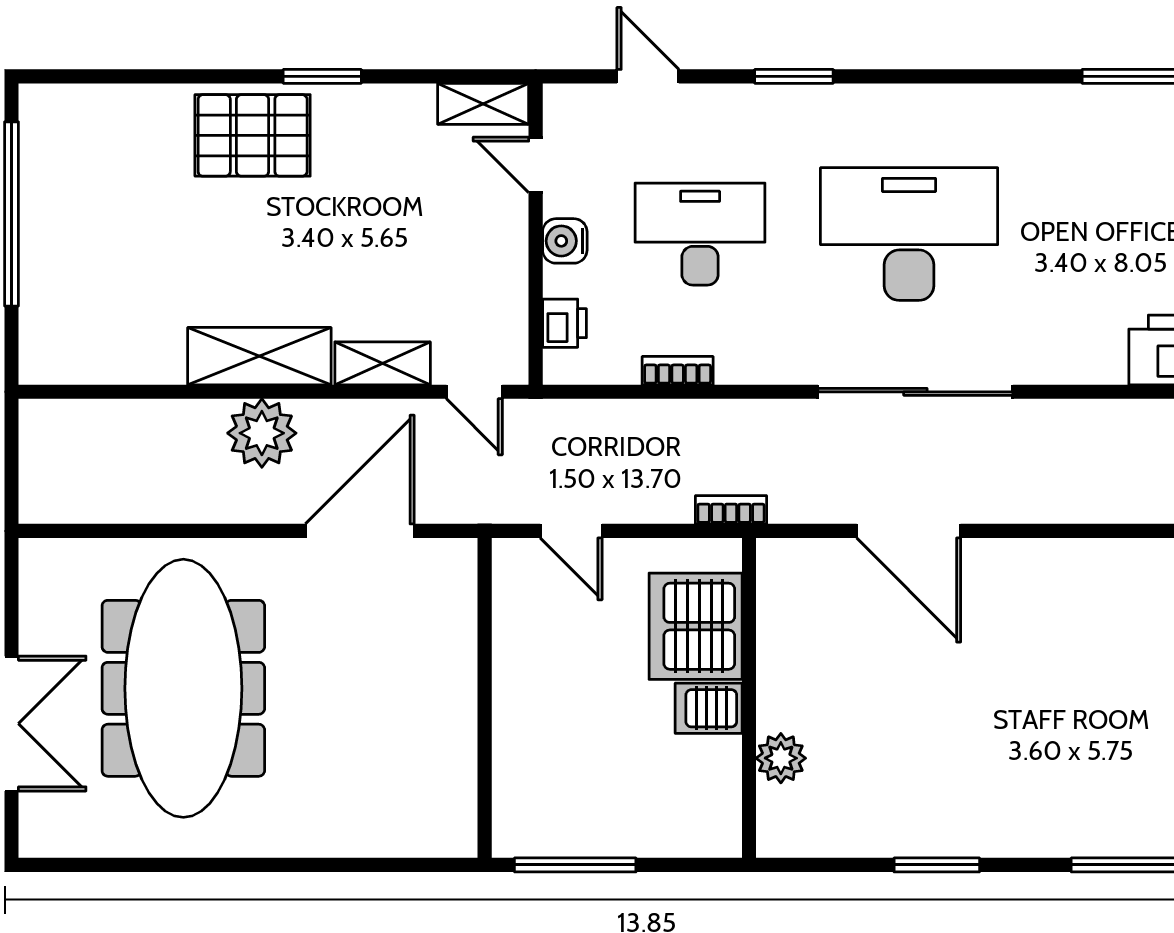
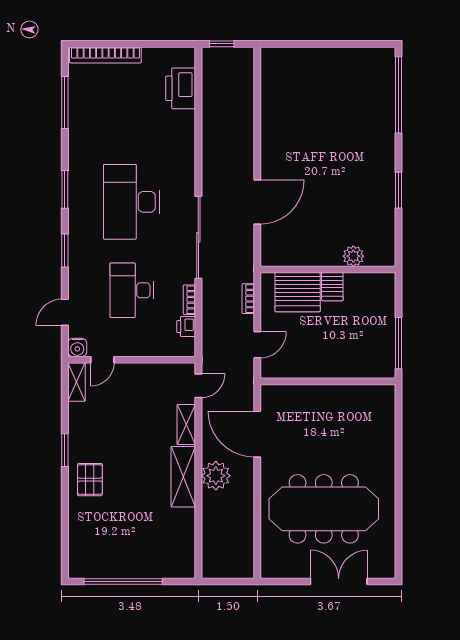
window: (939, 76) -> (65, 189), added
pallet: (253, 135) -> (90, 480), width x0.67, depth x0.71
water cooler: (565, 241) -> (77, 347), moved
printer: (565, 323) -> (186, 327), moved, turned -90
sliding door: (915, 392) -> (198, 237), moved
bookcase: (731, 510) -> (248, 299), moved

